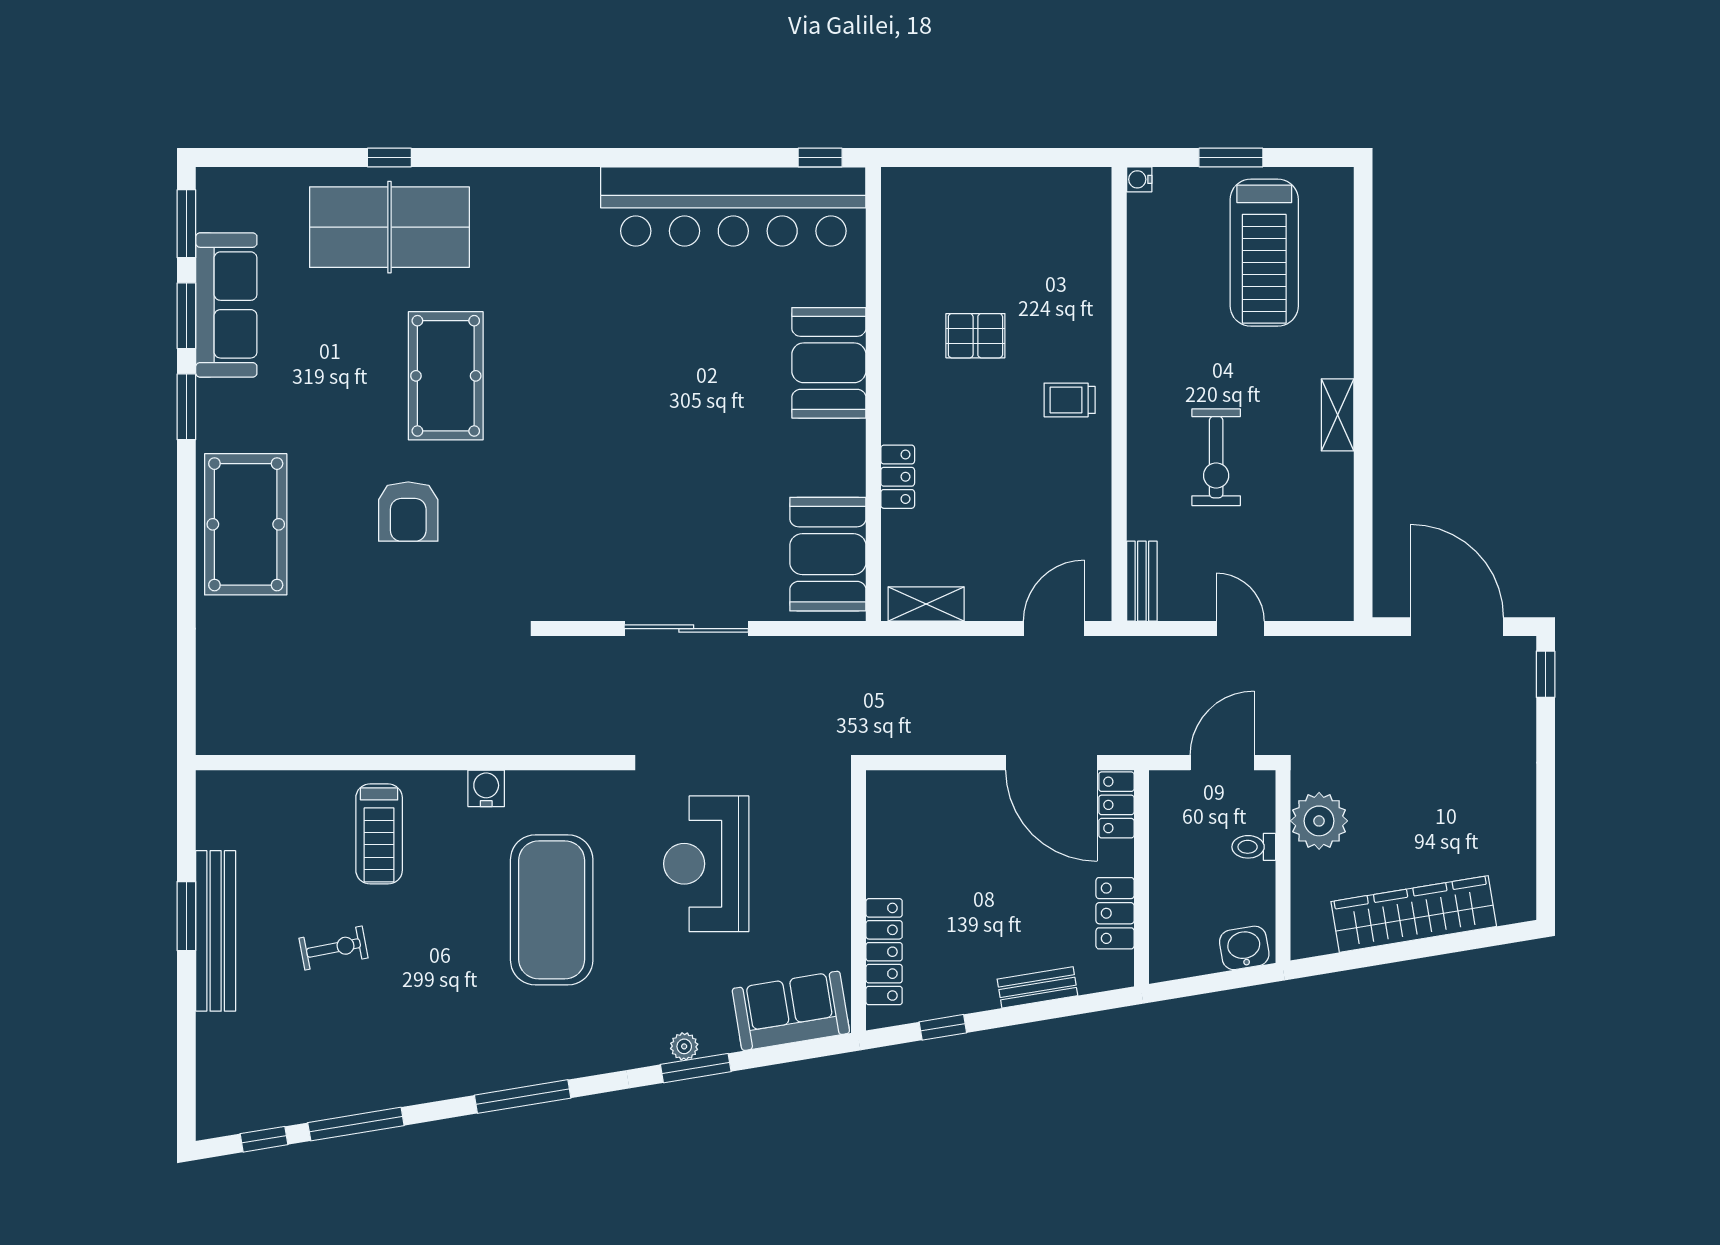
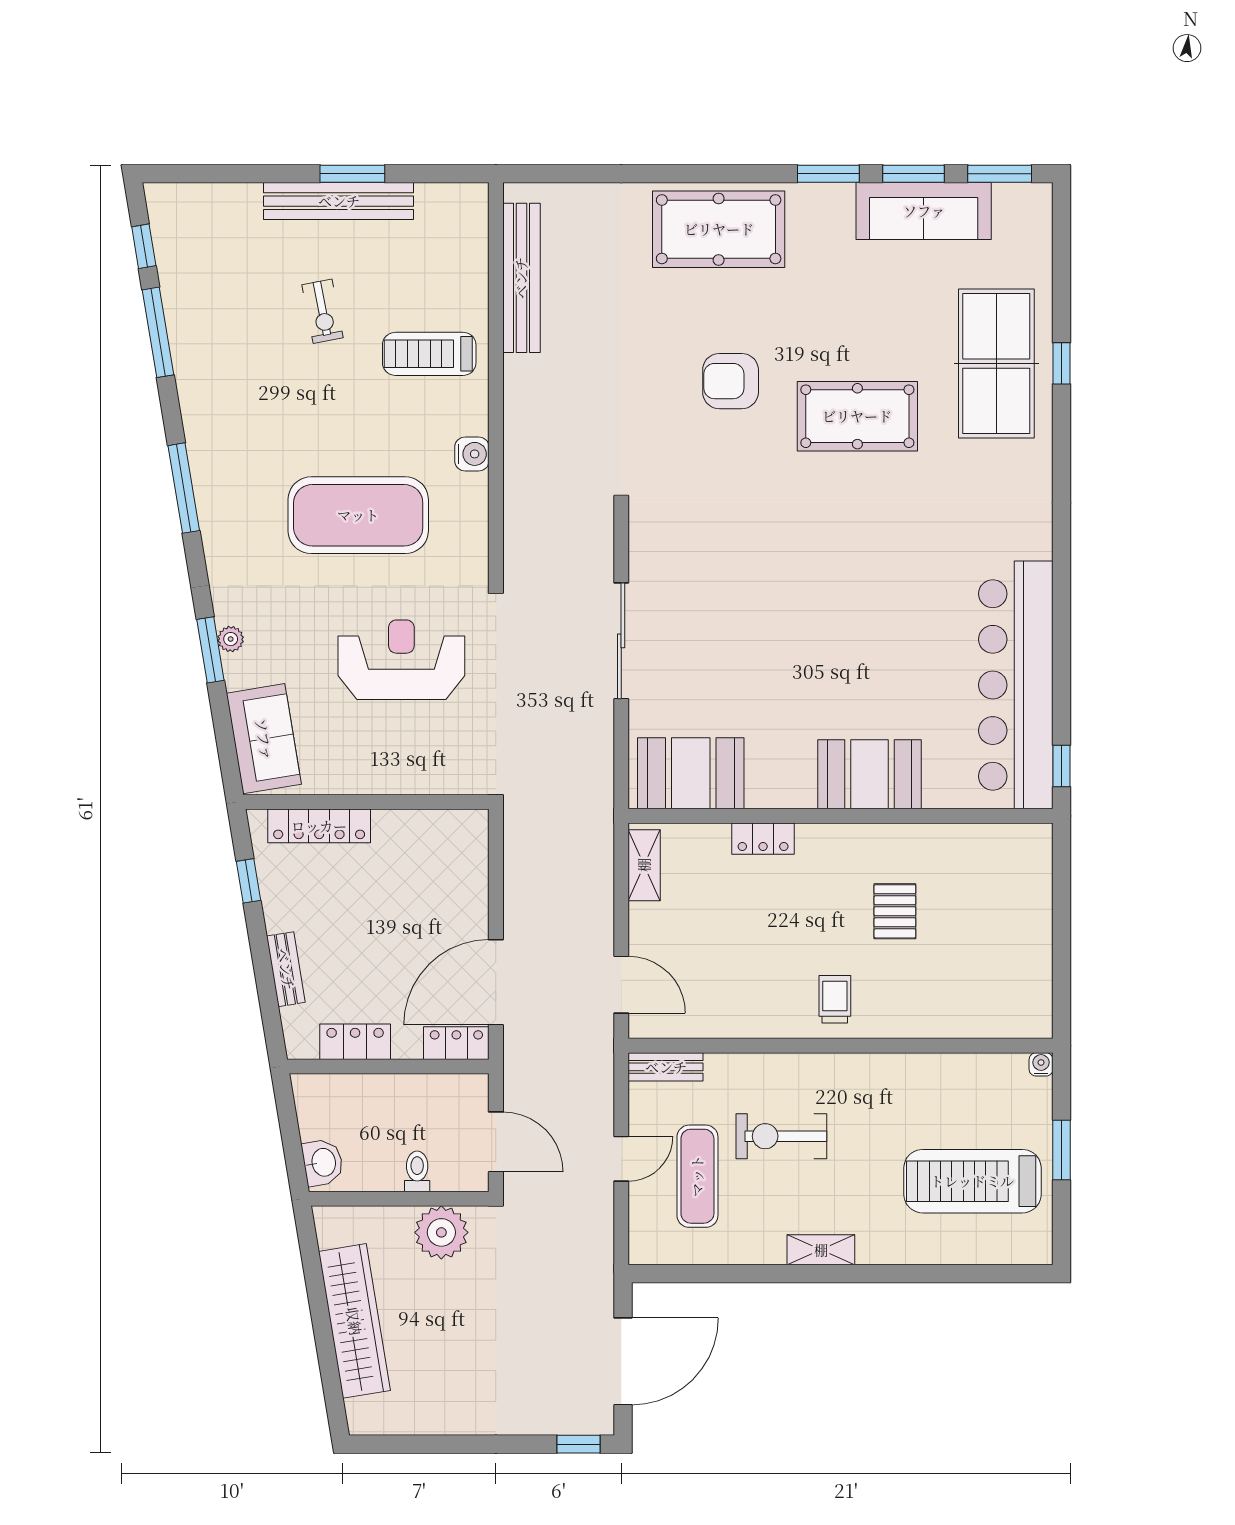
exercise mat: (1259, 547) -> (697, 1176), added
bench: (298, 735) -> (521, 278), added

